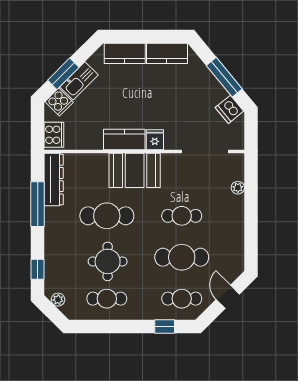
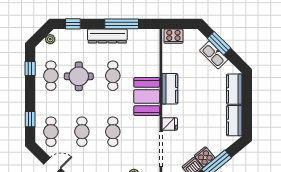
cooker: (59, 102) -> (205, 157), moved, turned 96
fridge: (155, 140) -> (170, 124), moved
dresser: (54, 180) -> (107, 36), moved
cafe table: (107, 216) -> (113, 76), width x0.73, depth x0.74
cafe table: (182, 257) -> (82, 132), width x0.73, depth x0.74
window: (97, 327) -> (30, 69), added

